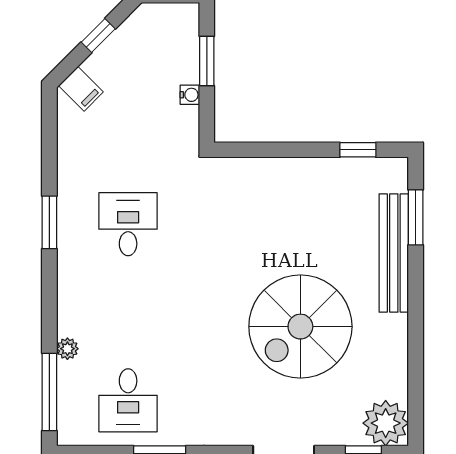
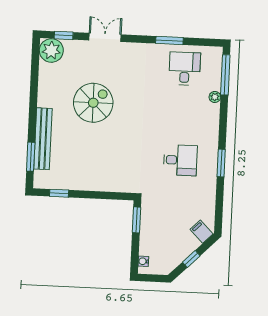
window: (207, 61) -> (136, 220), moved
water cooler: (190, 95) -> (143, 261), moved
desk: (128, 224) -> (180, 160), turned -90
spiral stairs: (300, 327) -> (93, 103), width x0.73, depth x0.73

